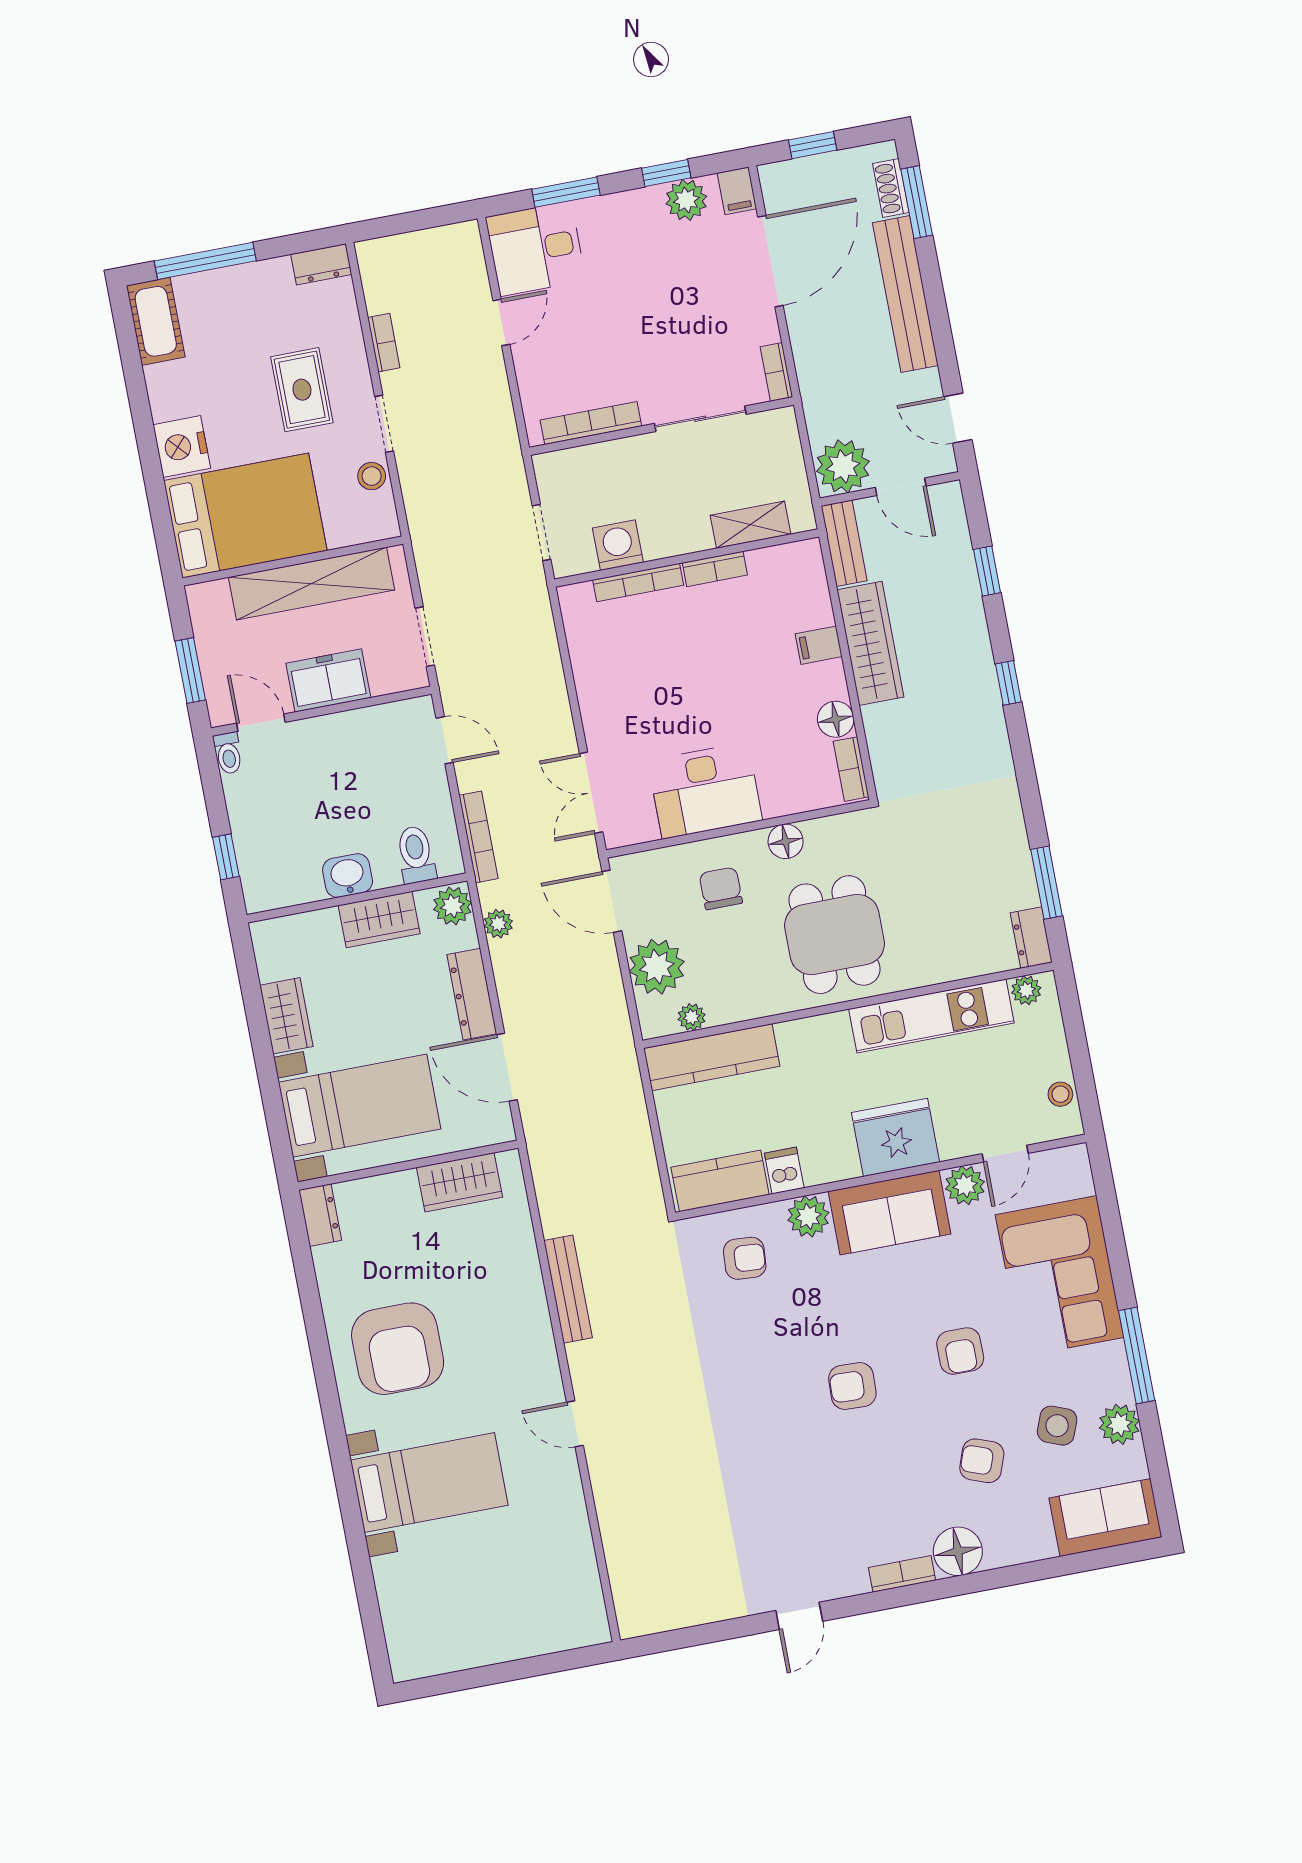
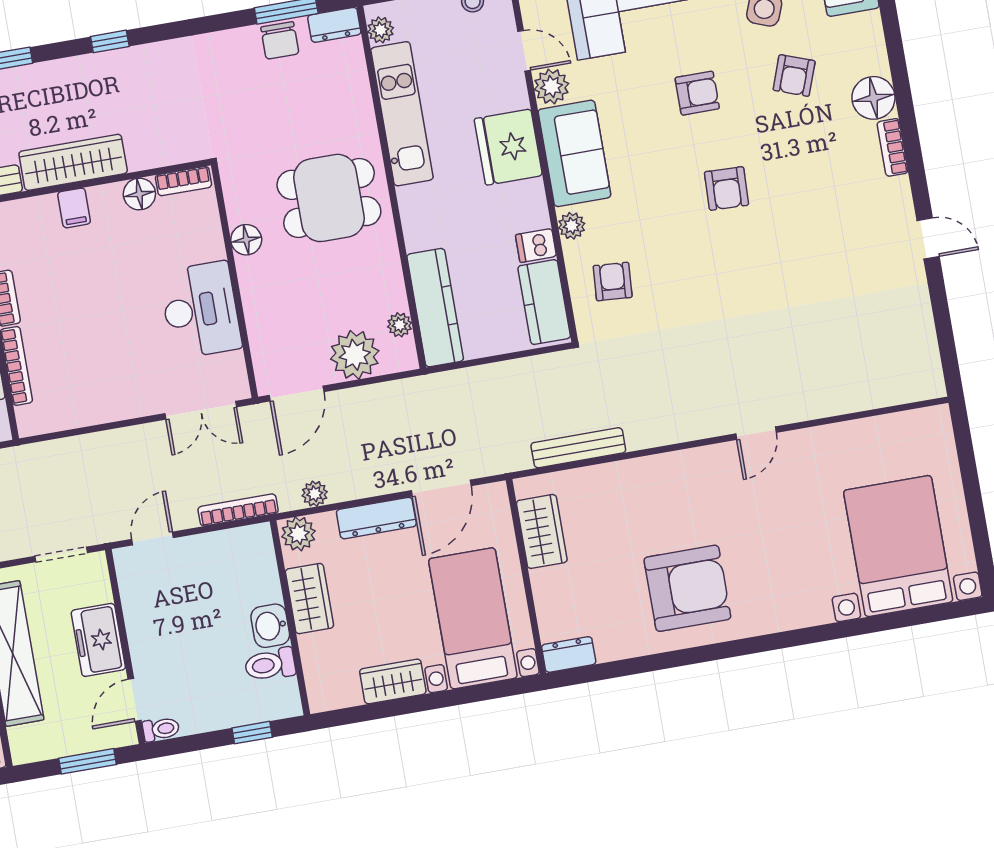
toilet: (416, 855) -> (270, 665), moved
chair: (721, 888) -> (280, 40), moved, turned -90
plant: (808, 1216) -> (572, 226), width x0.73, depth x0.73
bench: (568, 1289) -> (578, 448), moved
bed with nightstands: (429, 1483) -> (898, 546), moved, width x1.36

